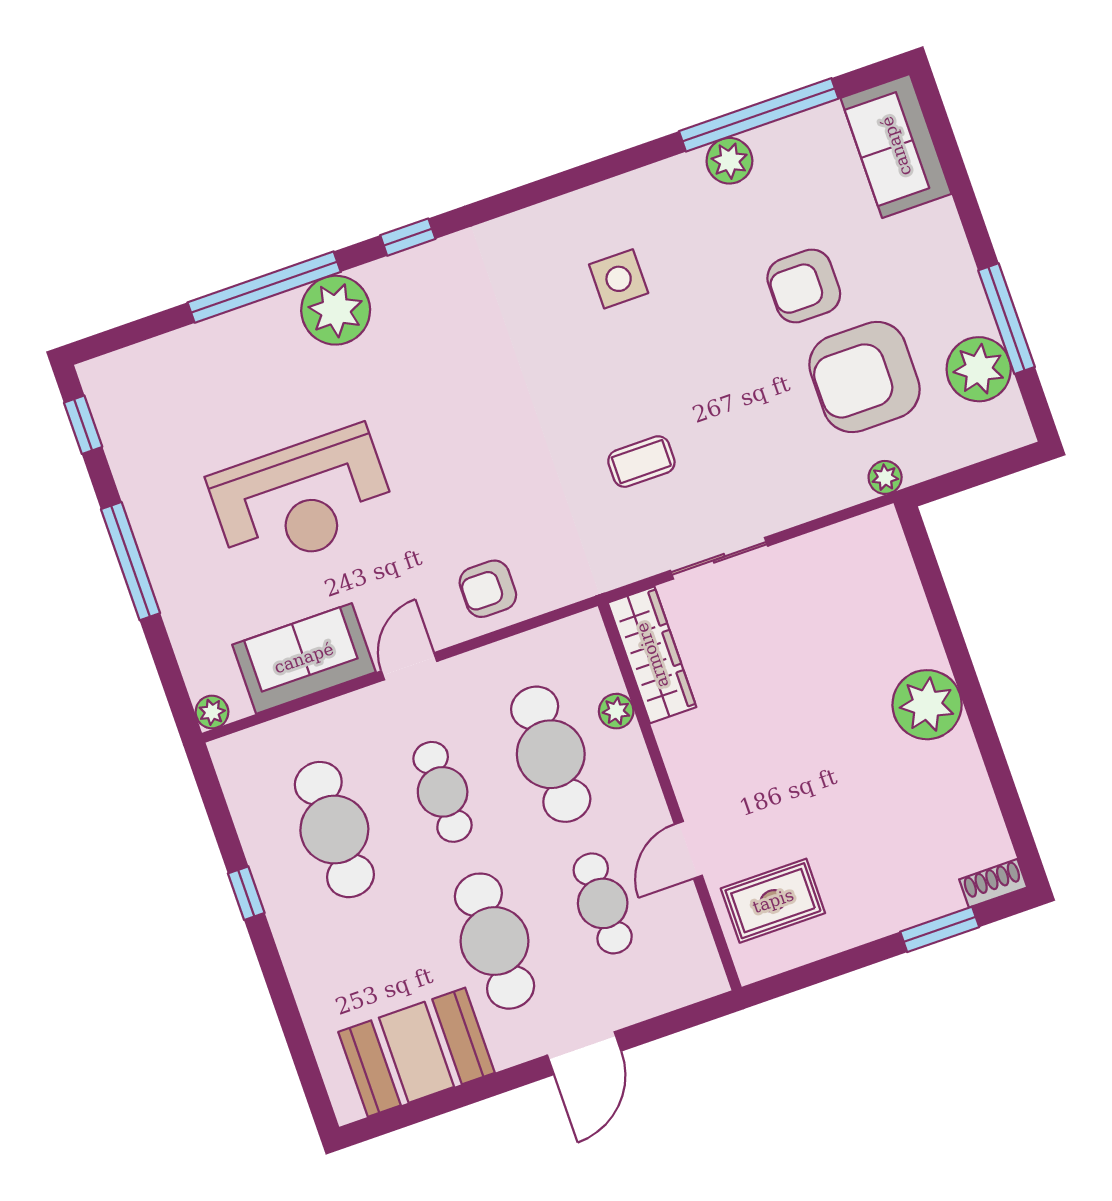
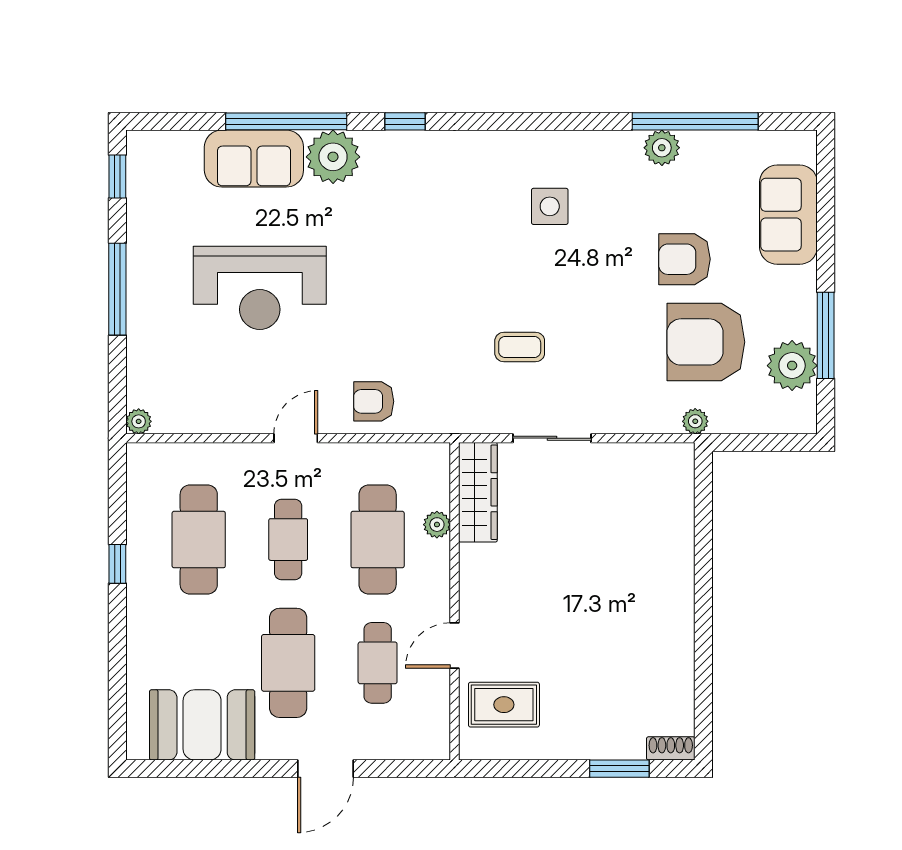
sofa: (896, 146) -> (788, 215), moved
sofa: (304, 658) -> (254, 159), moved, turned 180
plant: (927, 705) -> (668, 600), removed

